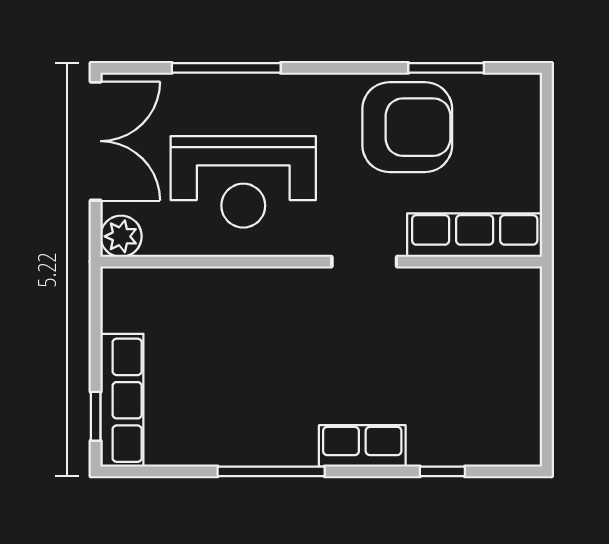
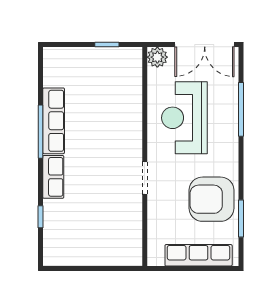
armchair: (407, 127) -> (212, 199), turned 90
row of seats: (475, 235) -> (199, 255), moved, turned -90
row of seats: (122, 400) -> (54, 121), moved, turned -90
window: (96, 416) -> (107, 45), moved

